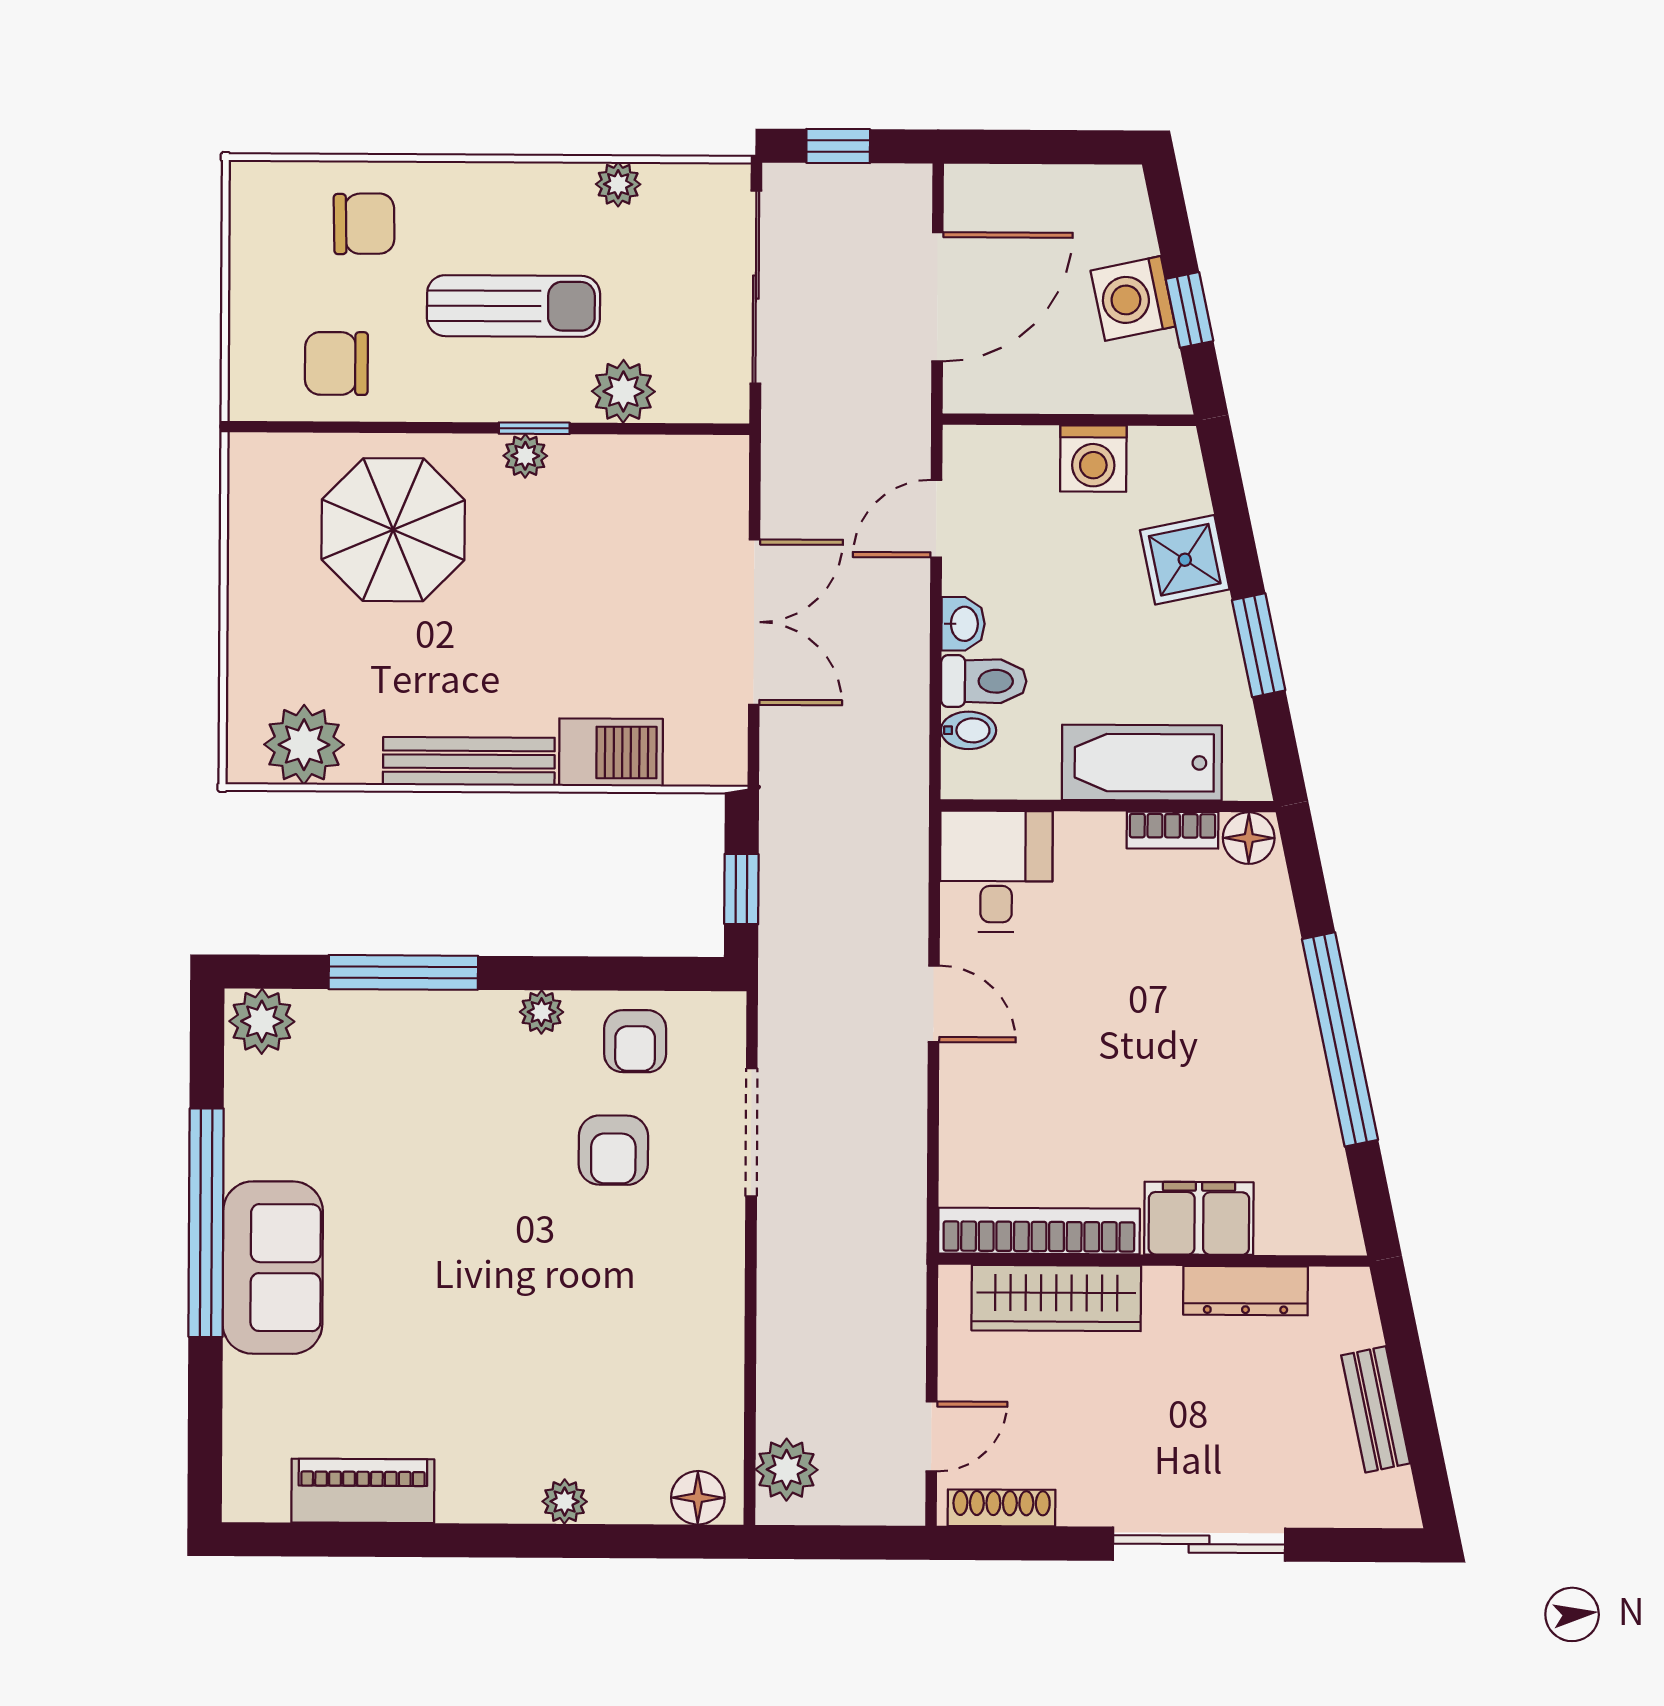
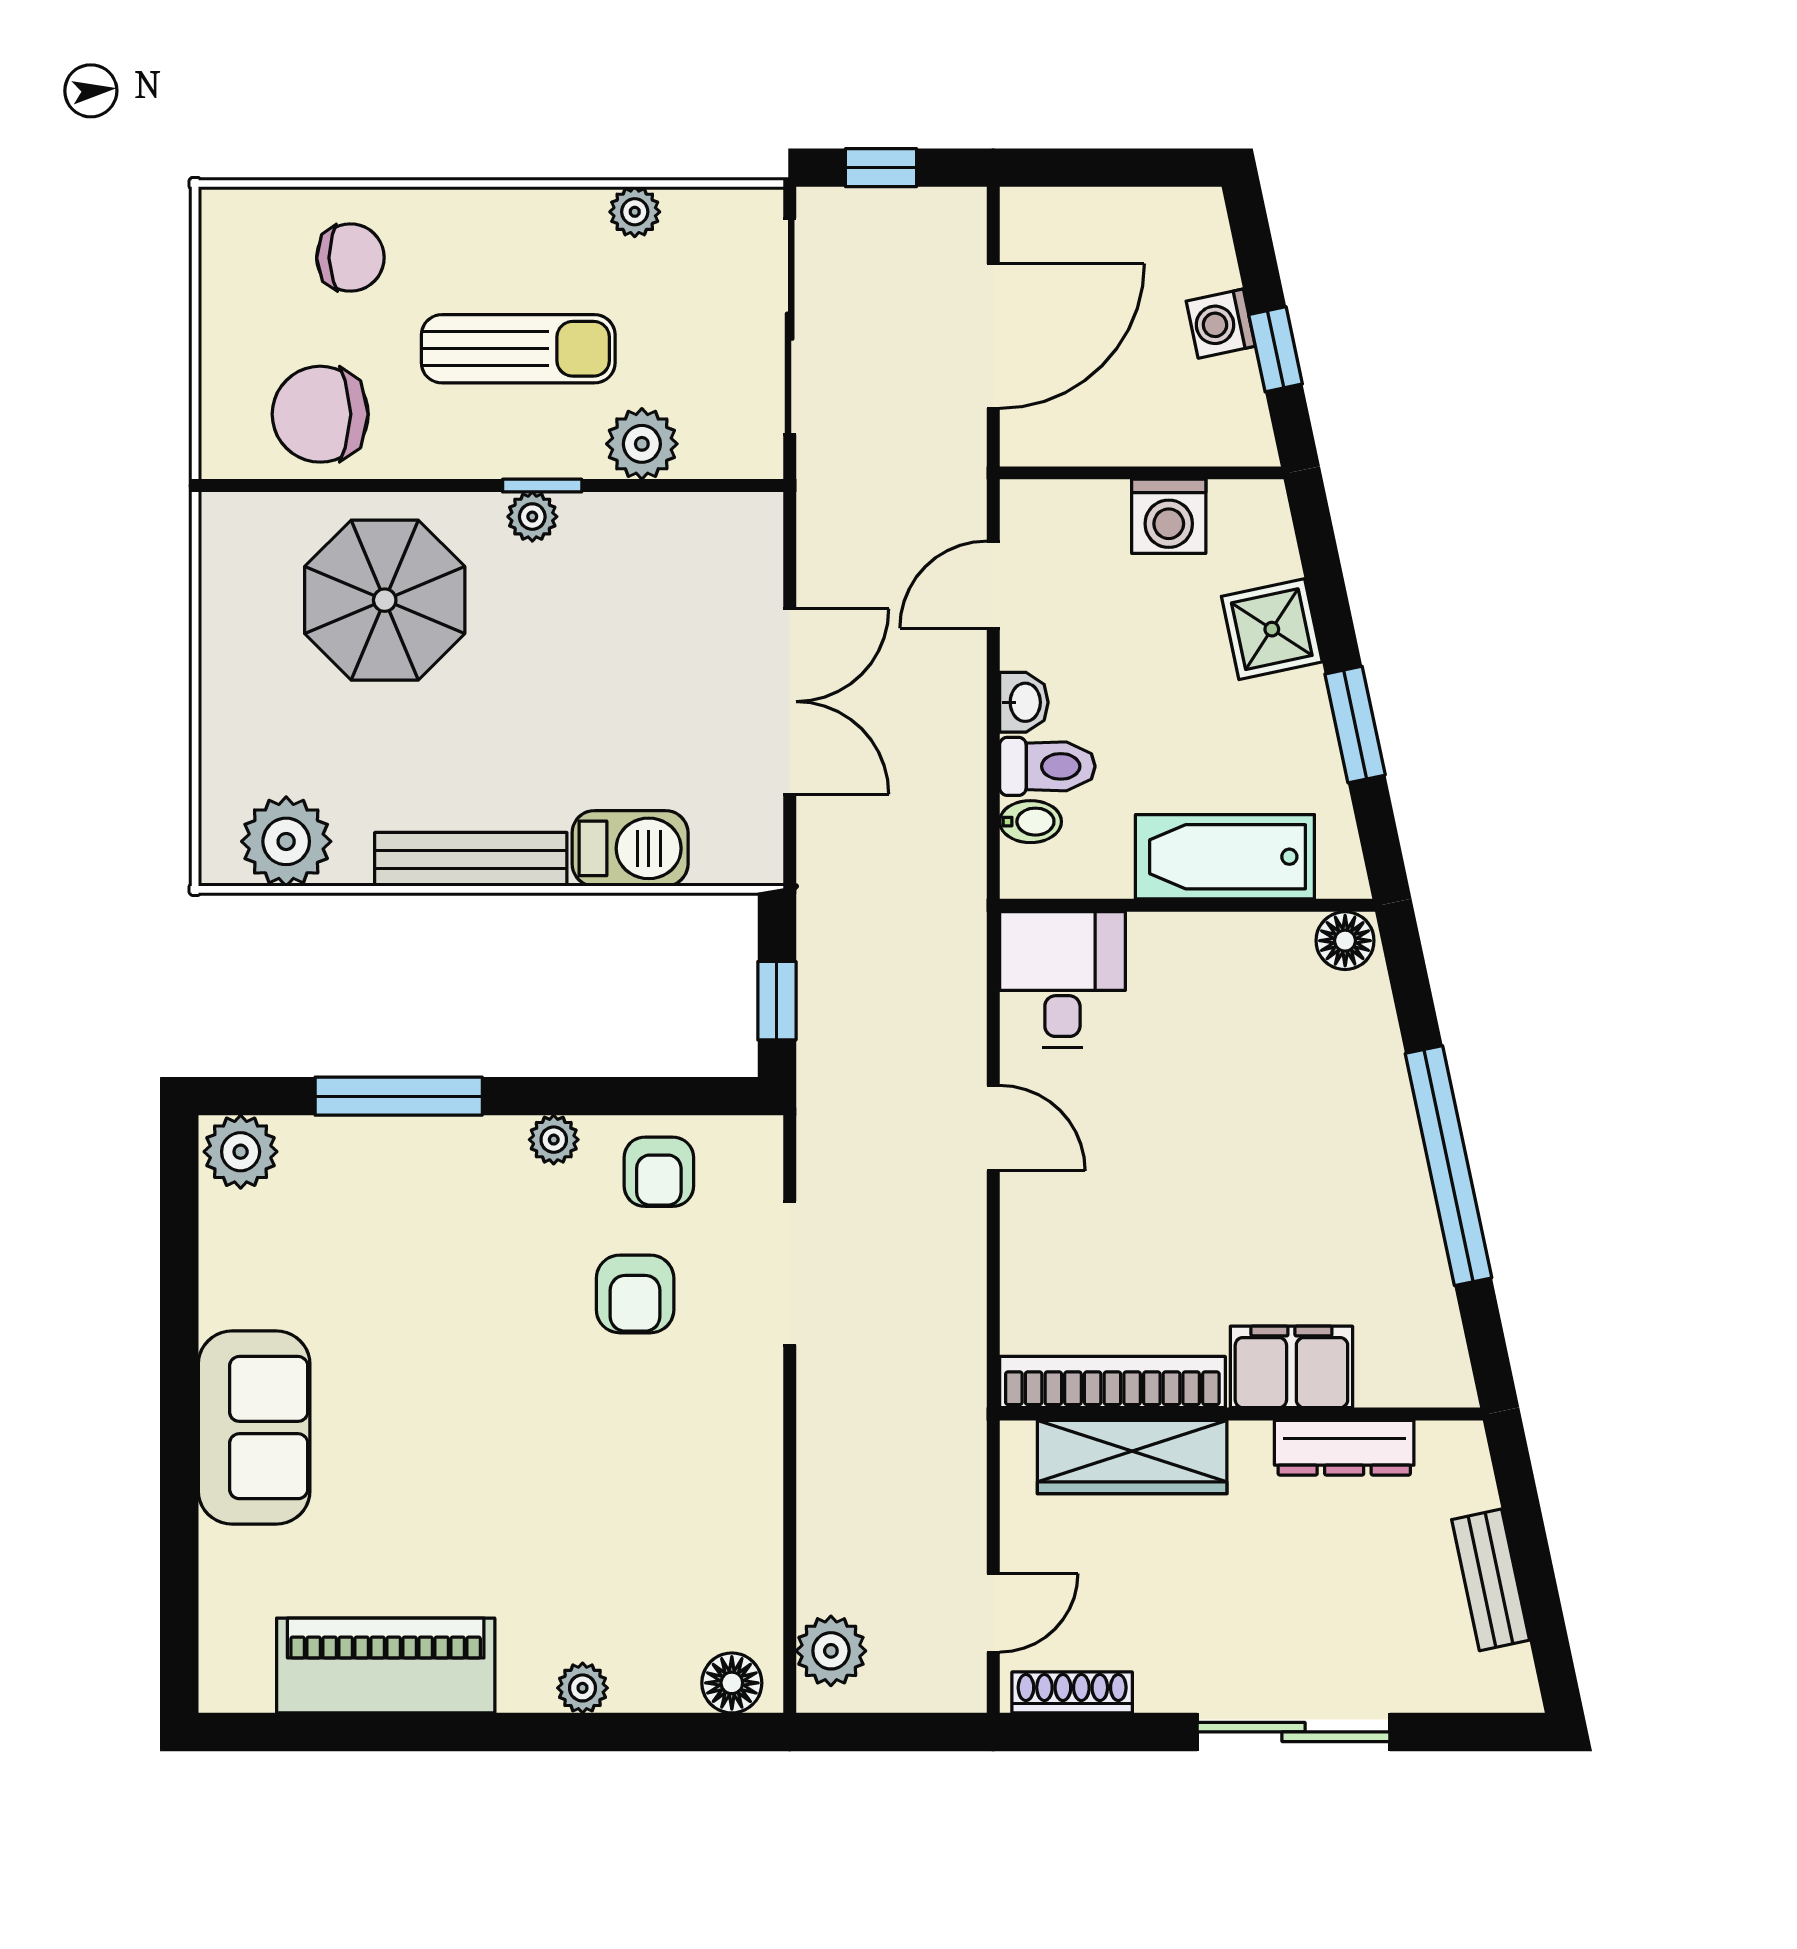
washing machine: (1133, 298) -> (1221, 324), width x0.73, depth x0.73
chair: (336, 363) -> (320, 414), width x1.37, depth x1.37
bookcase: (1173, 830) -> (1260, 932), removed
window: (206, 1223) -> (179, 1378), removed
piano: (363, 1491) -> (386, 1665), width x1.37, depth x1.33

